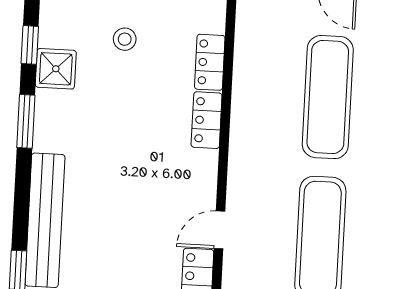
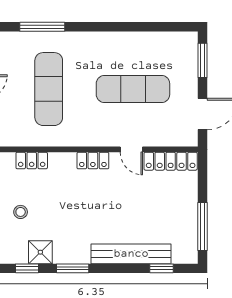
exercise mat: (328, 97) -> (49, 89), turned 90
locker: (207, 120) -> (93, 161), moved

